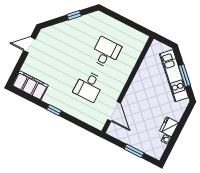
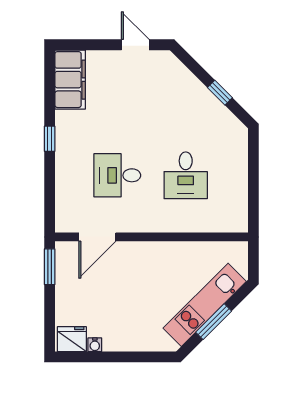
desk: (106, 53) -> (186, 175), turned 90
fridge: (169, 127) -> (72, 339), moved
window: (134, 151) -> (50, 267), moved

